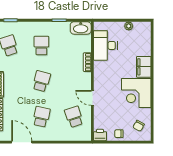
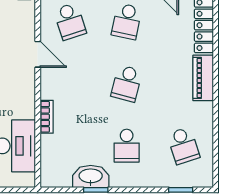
washbasin: (81, 28) -> (91, 176), moved

